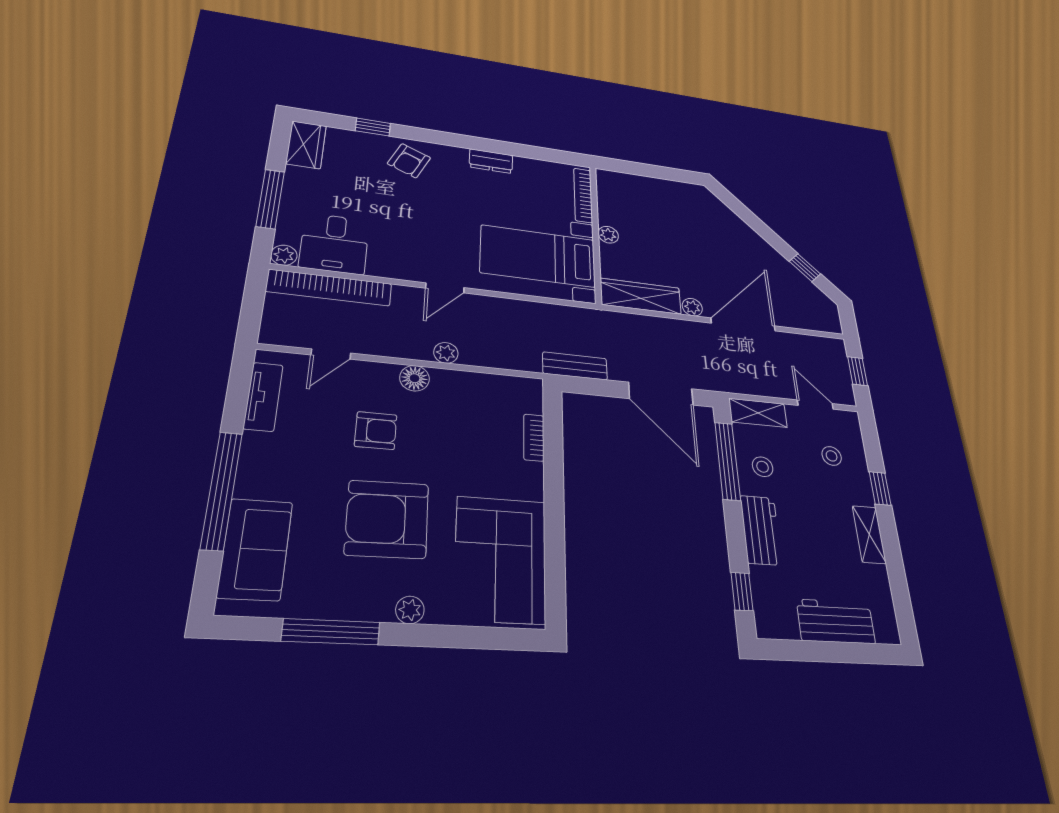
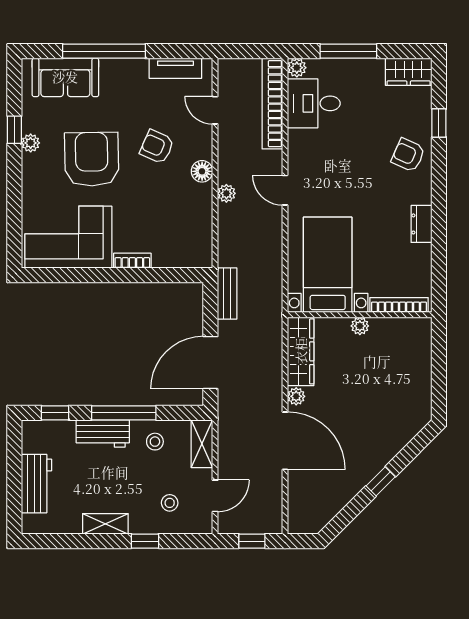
window: (805, 268) -> (381, 481), moved
armchair: (376, 431) -> (157, 147), turned 114
bookcase: (534, 438) -> (132, 261), moved
window: (728, 461) -> (124, 413), moved
plant: (410, 610) -> (31, 143), moved
window: (331, 632) -> (14, 130), width x0.46

